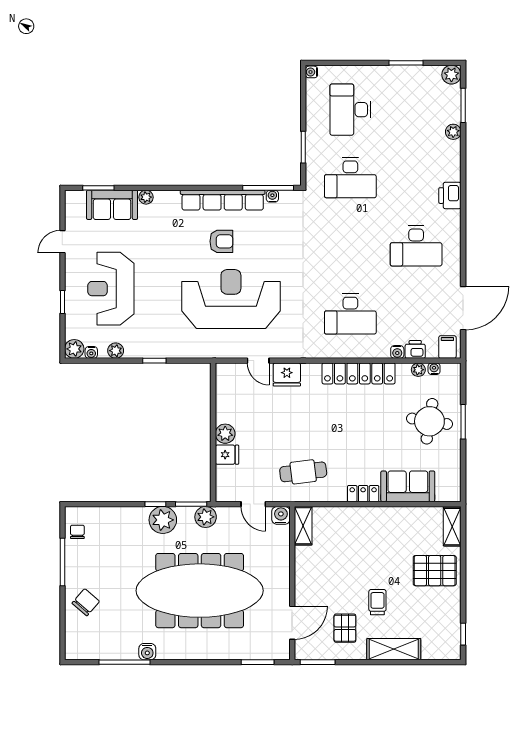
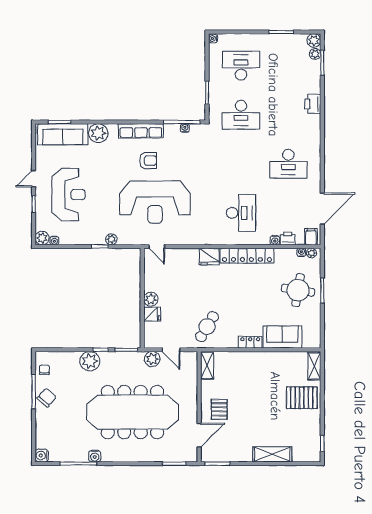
desk: (350, 110) -> (241, 66), turned 90
plant: (453, 132) -> (315, 54), moved
printer: (450, 196) -> (313, 104), moved
plant: (146, 197) -> (98, 133), width x1.87, depth x1.87
row of seats: (223, 200) -> (141, 131), width x0.73
sofa: (112, 205) -> (63, 134), width x1.36
door: (62, 242) -> (34, 179), moved
reception desk: (111, 289) -> (68, 195), turned 180
reception desk: (231, 299) -> (155, 202), turned 180
desk: (350, 314) -> (241, 213), turned -90
plant: (116, 351) -> (111, 239), moved
door: (258, 361) -> (157, 246), moved
plant: (418, 370) -> (312, 253), moved
fridge: (287, 375) -> (209, 256), moved
cafe table: (303, 472) -> (207, 327), turned -52
water cooler: (281, 515) -> (42, 455), moved, turned -90
plant: (206, 517) -> (152, 359), moved
plant: (163, 520) -> (90, 361), moved
chair: (86, 602) -> (47, 398), moved
trolley: (377, 602) -> (261, 420), removed
pallet: (345, 628) -> (219, 409), moved

